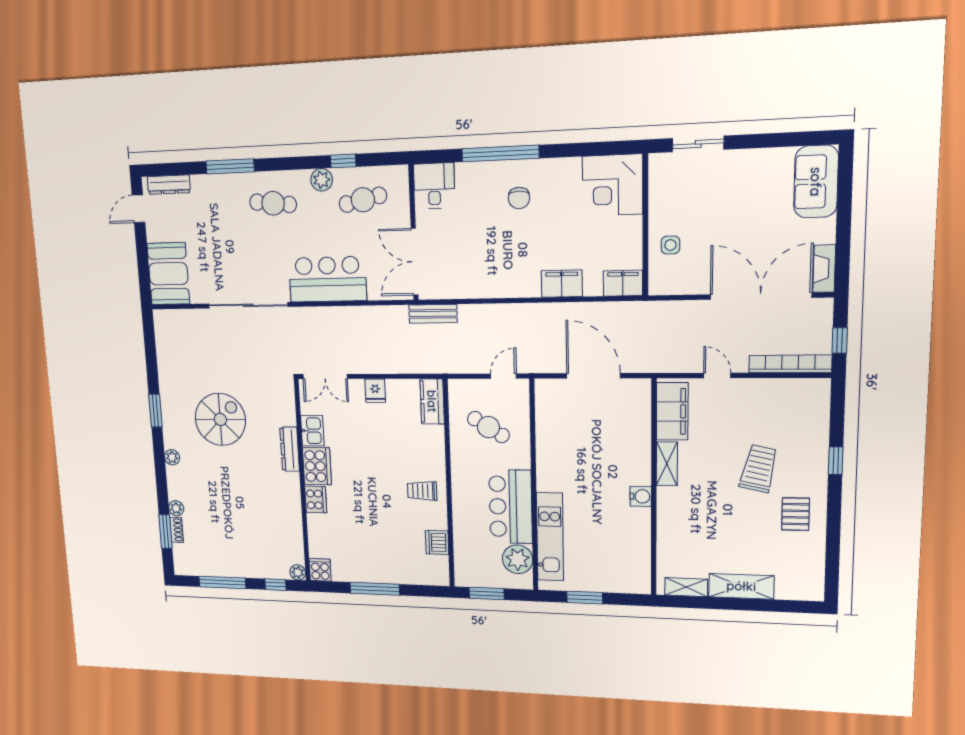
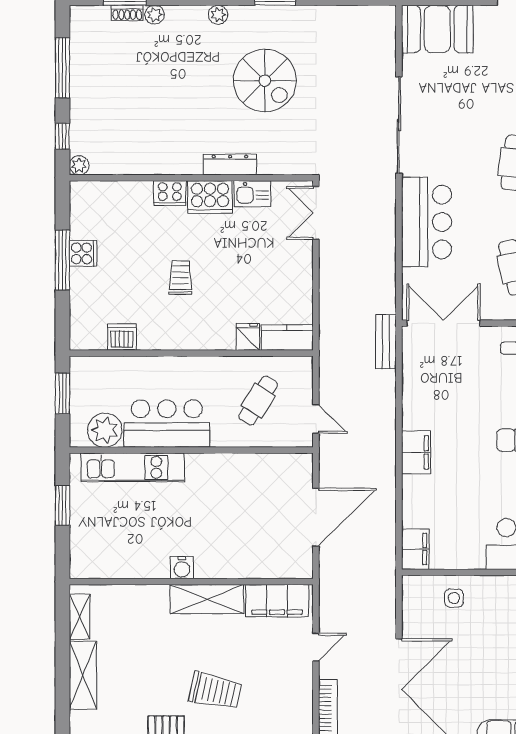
filing cabinet: (562, 284) -> (416, 452), moved
fridge: (375, 391) -> (248, 337), moved, turned 90
shelving: (667, 464) -> (207, 599), width x1.50, depth x1.33
trolley: (422, 491) -> (180, 277), moved
cooker: (320, 570) -> (83, 253), moved

